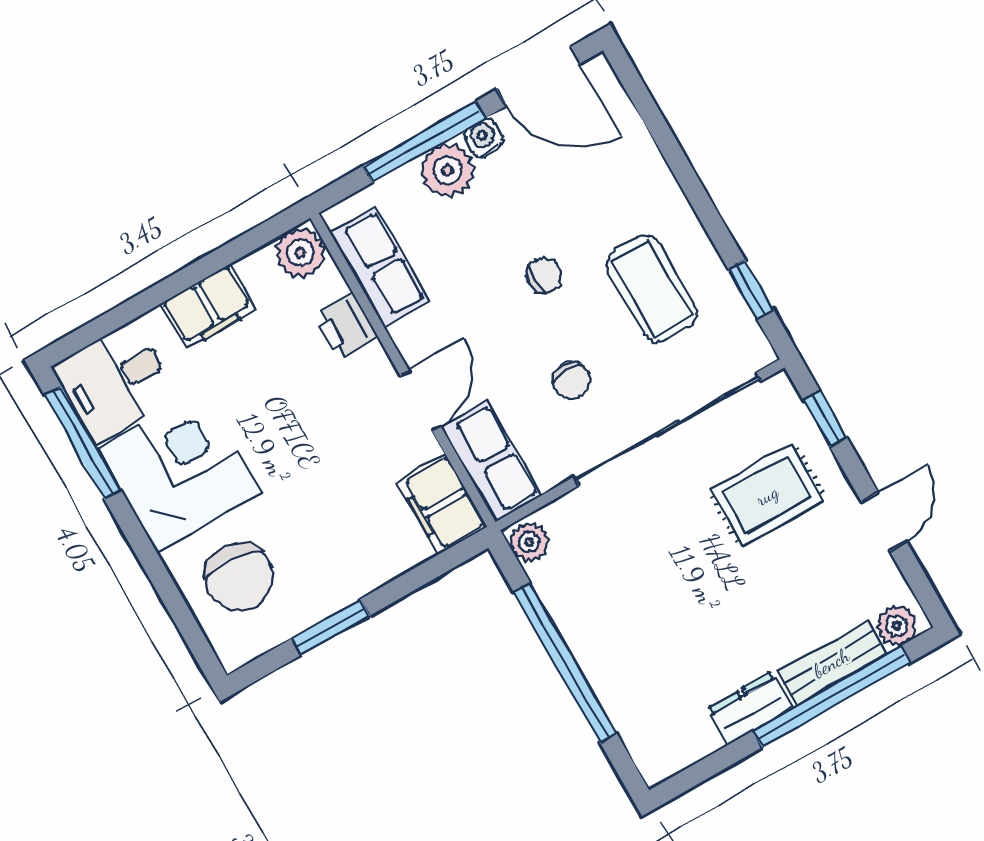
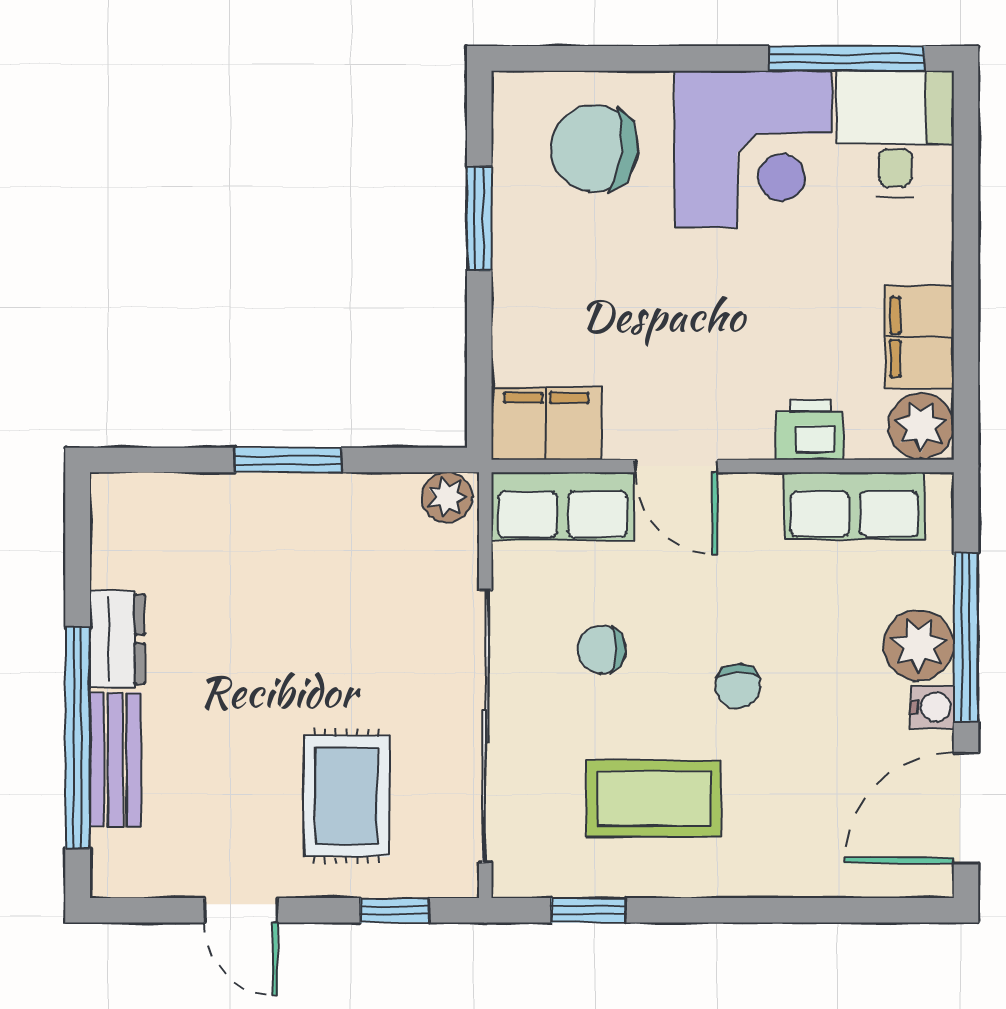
filing cabinet: (209, 306) -> (919, 337), moved
plant: (897, 626) -> (116, 858), removed
window: (565, 663) -> (288, 460), width x0.47

